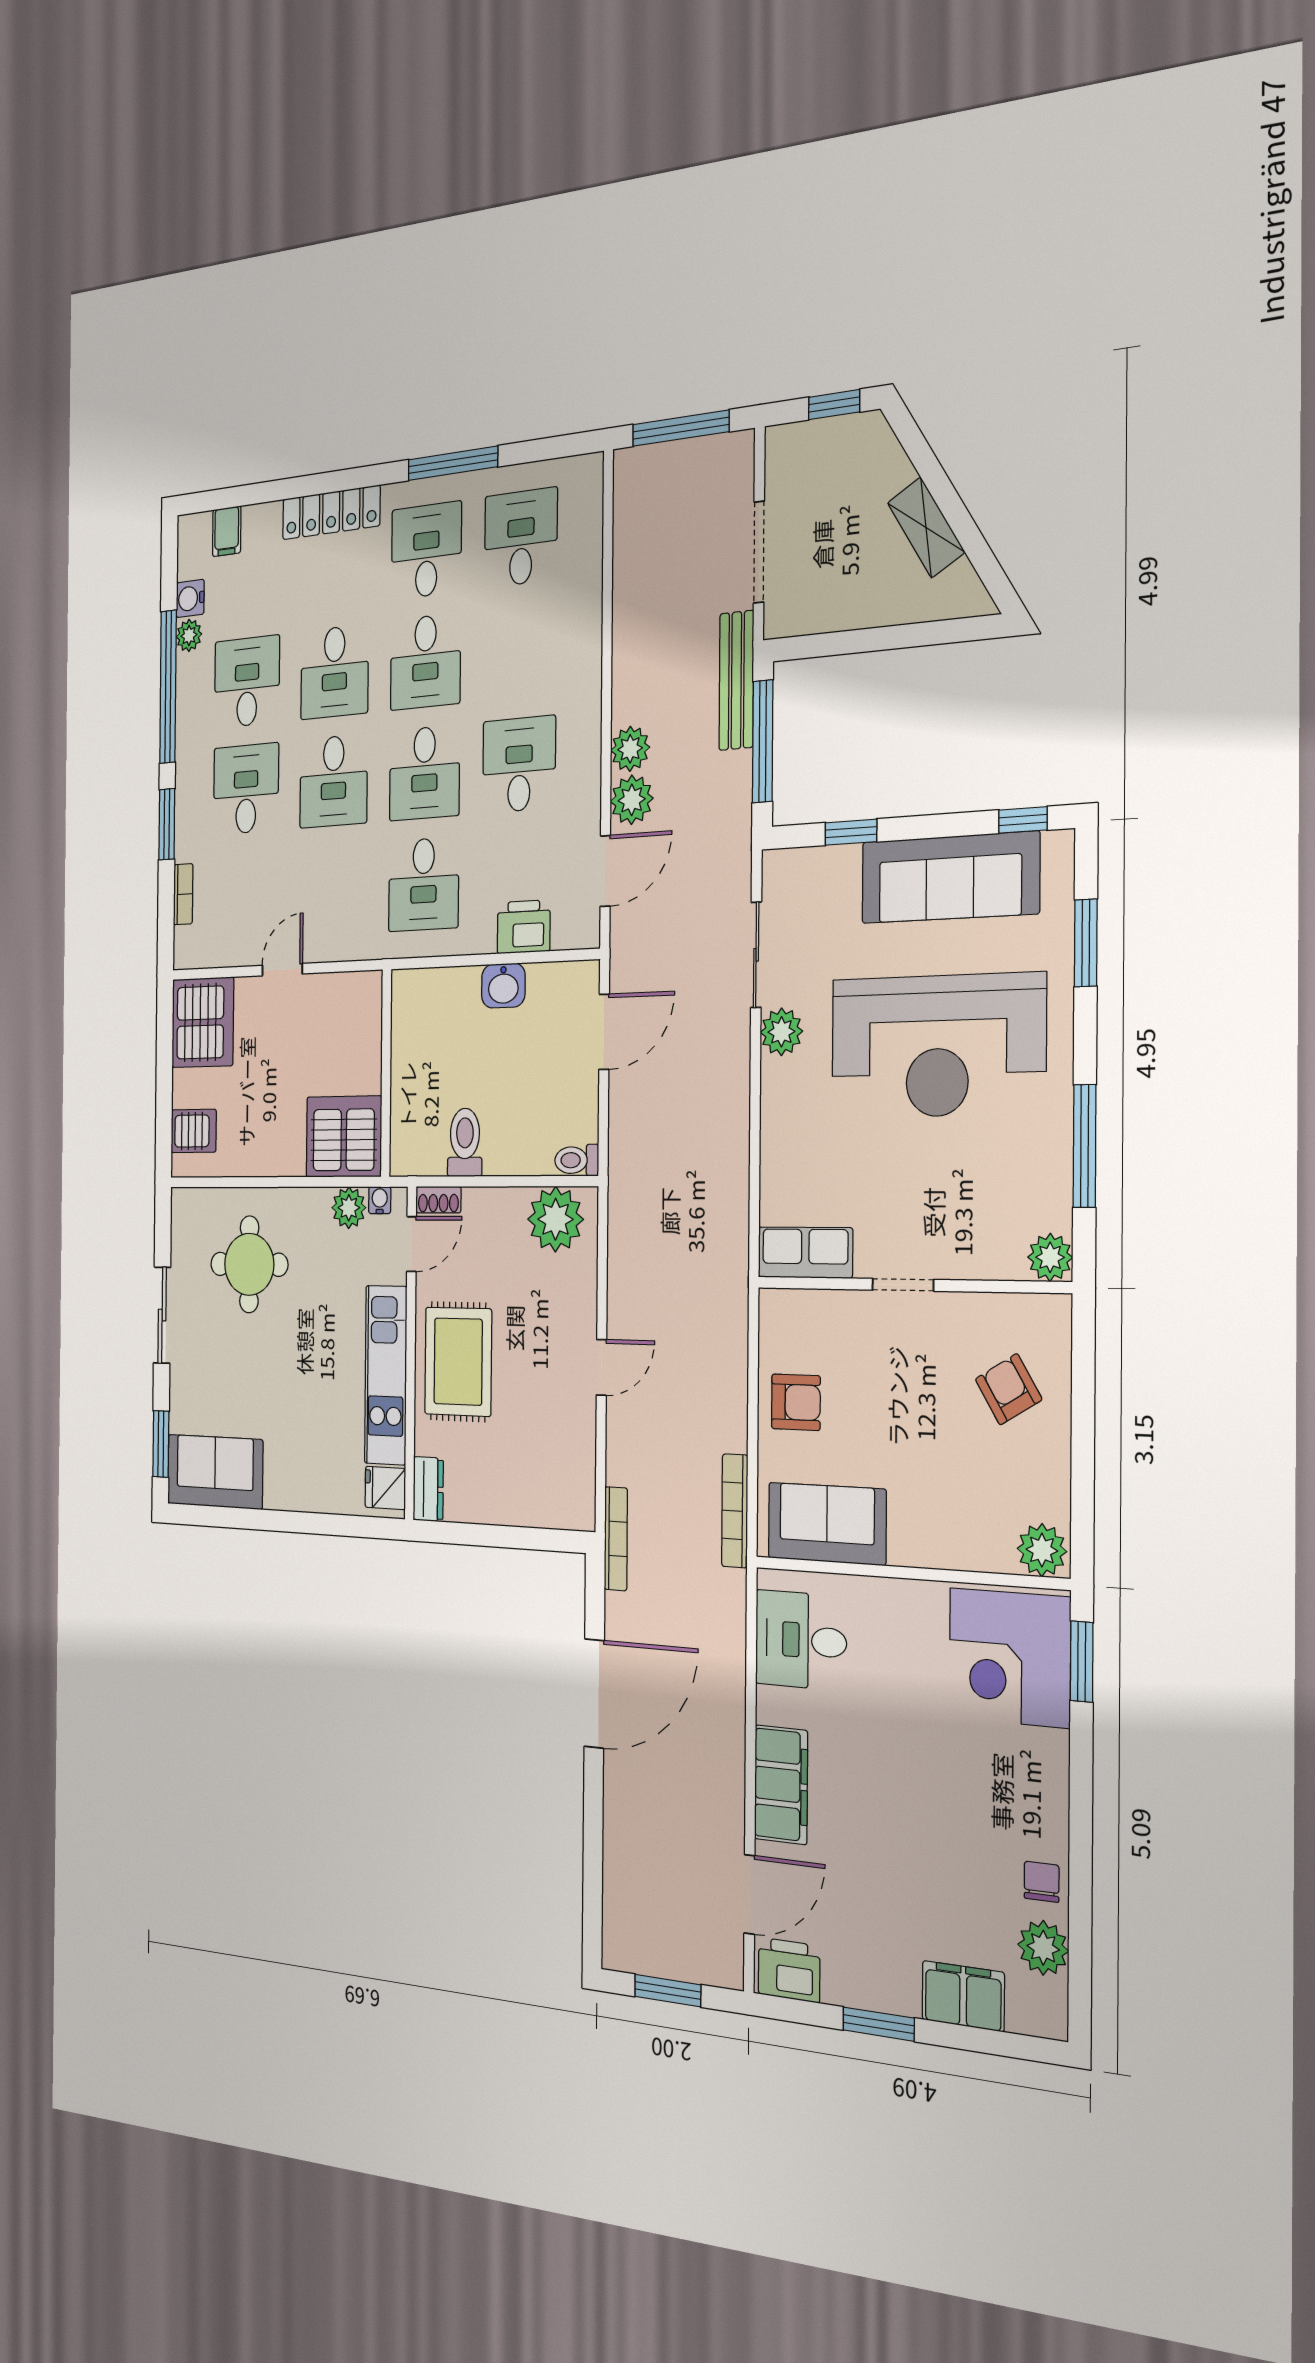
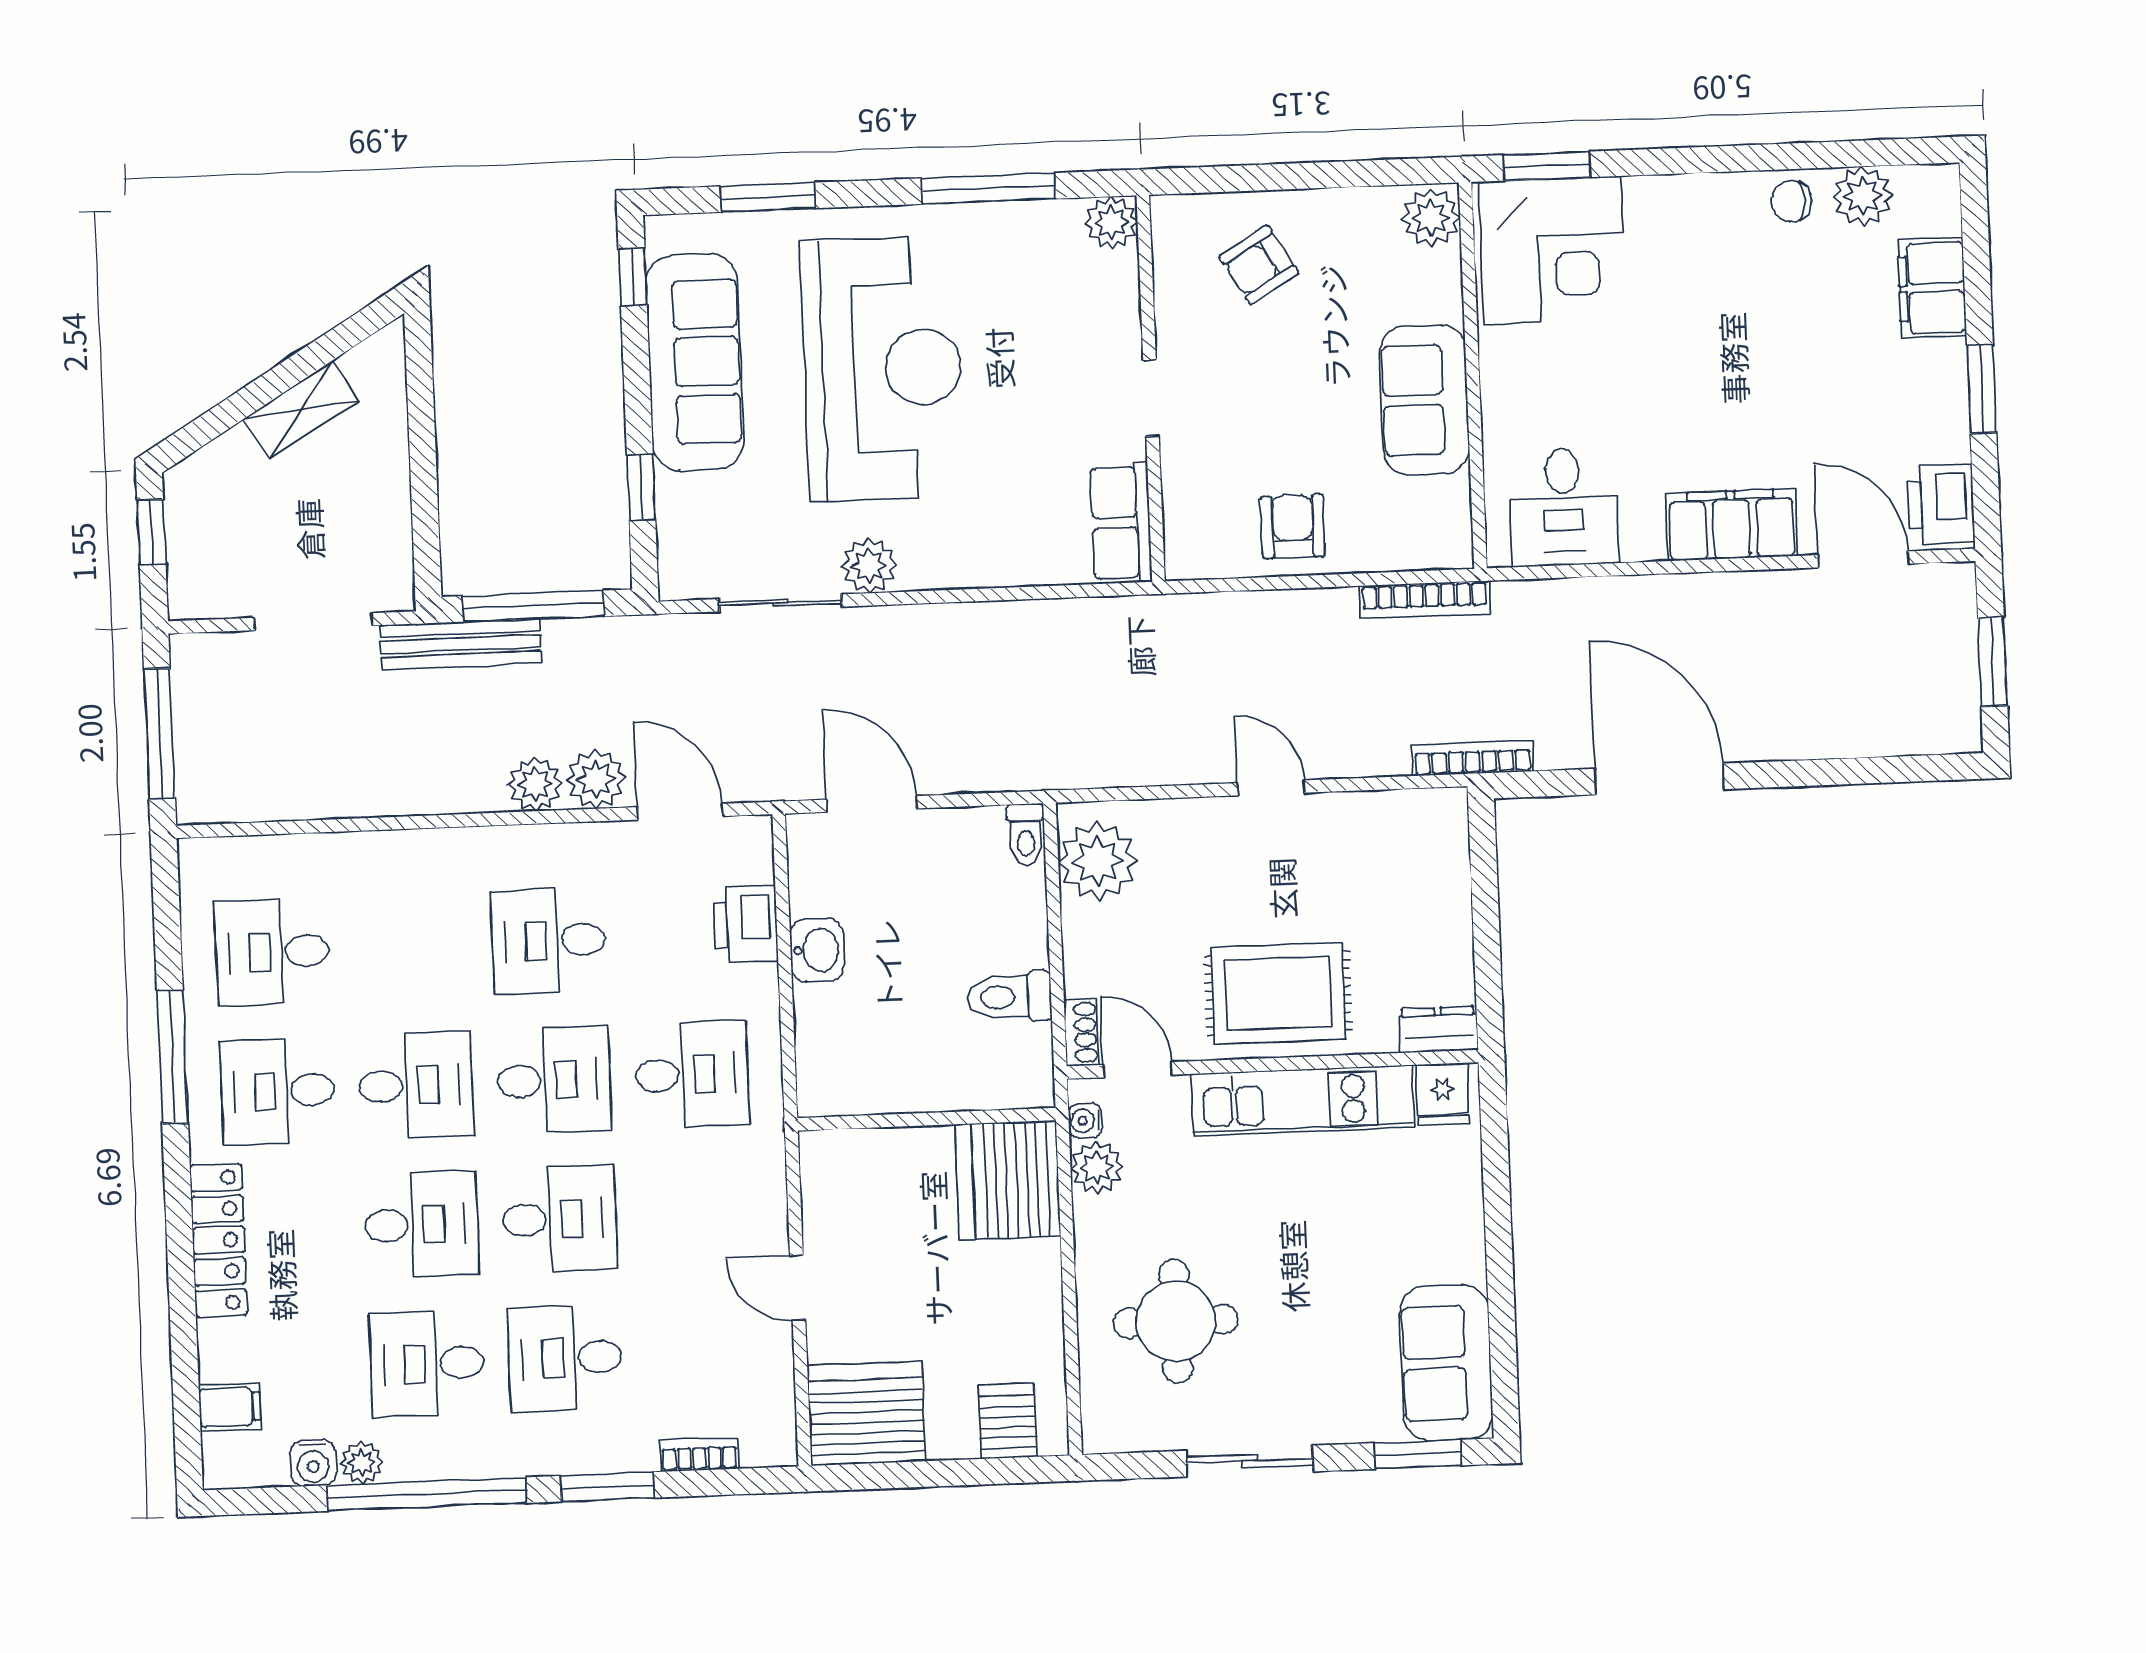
sofa: (827, 1524) -> (1424, 400), moved

